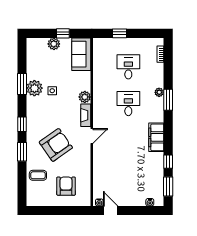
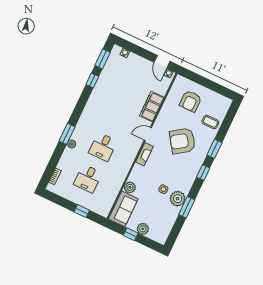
plant: (85, 97) -> (130, 187), moved
filing cabinet: (156, 137) -> (152, 107), moved, turned 180

